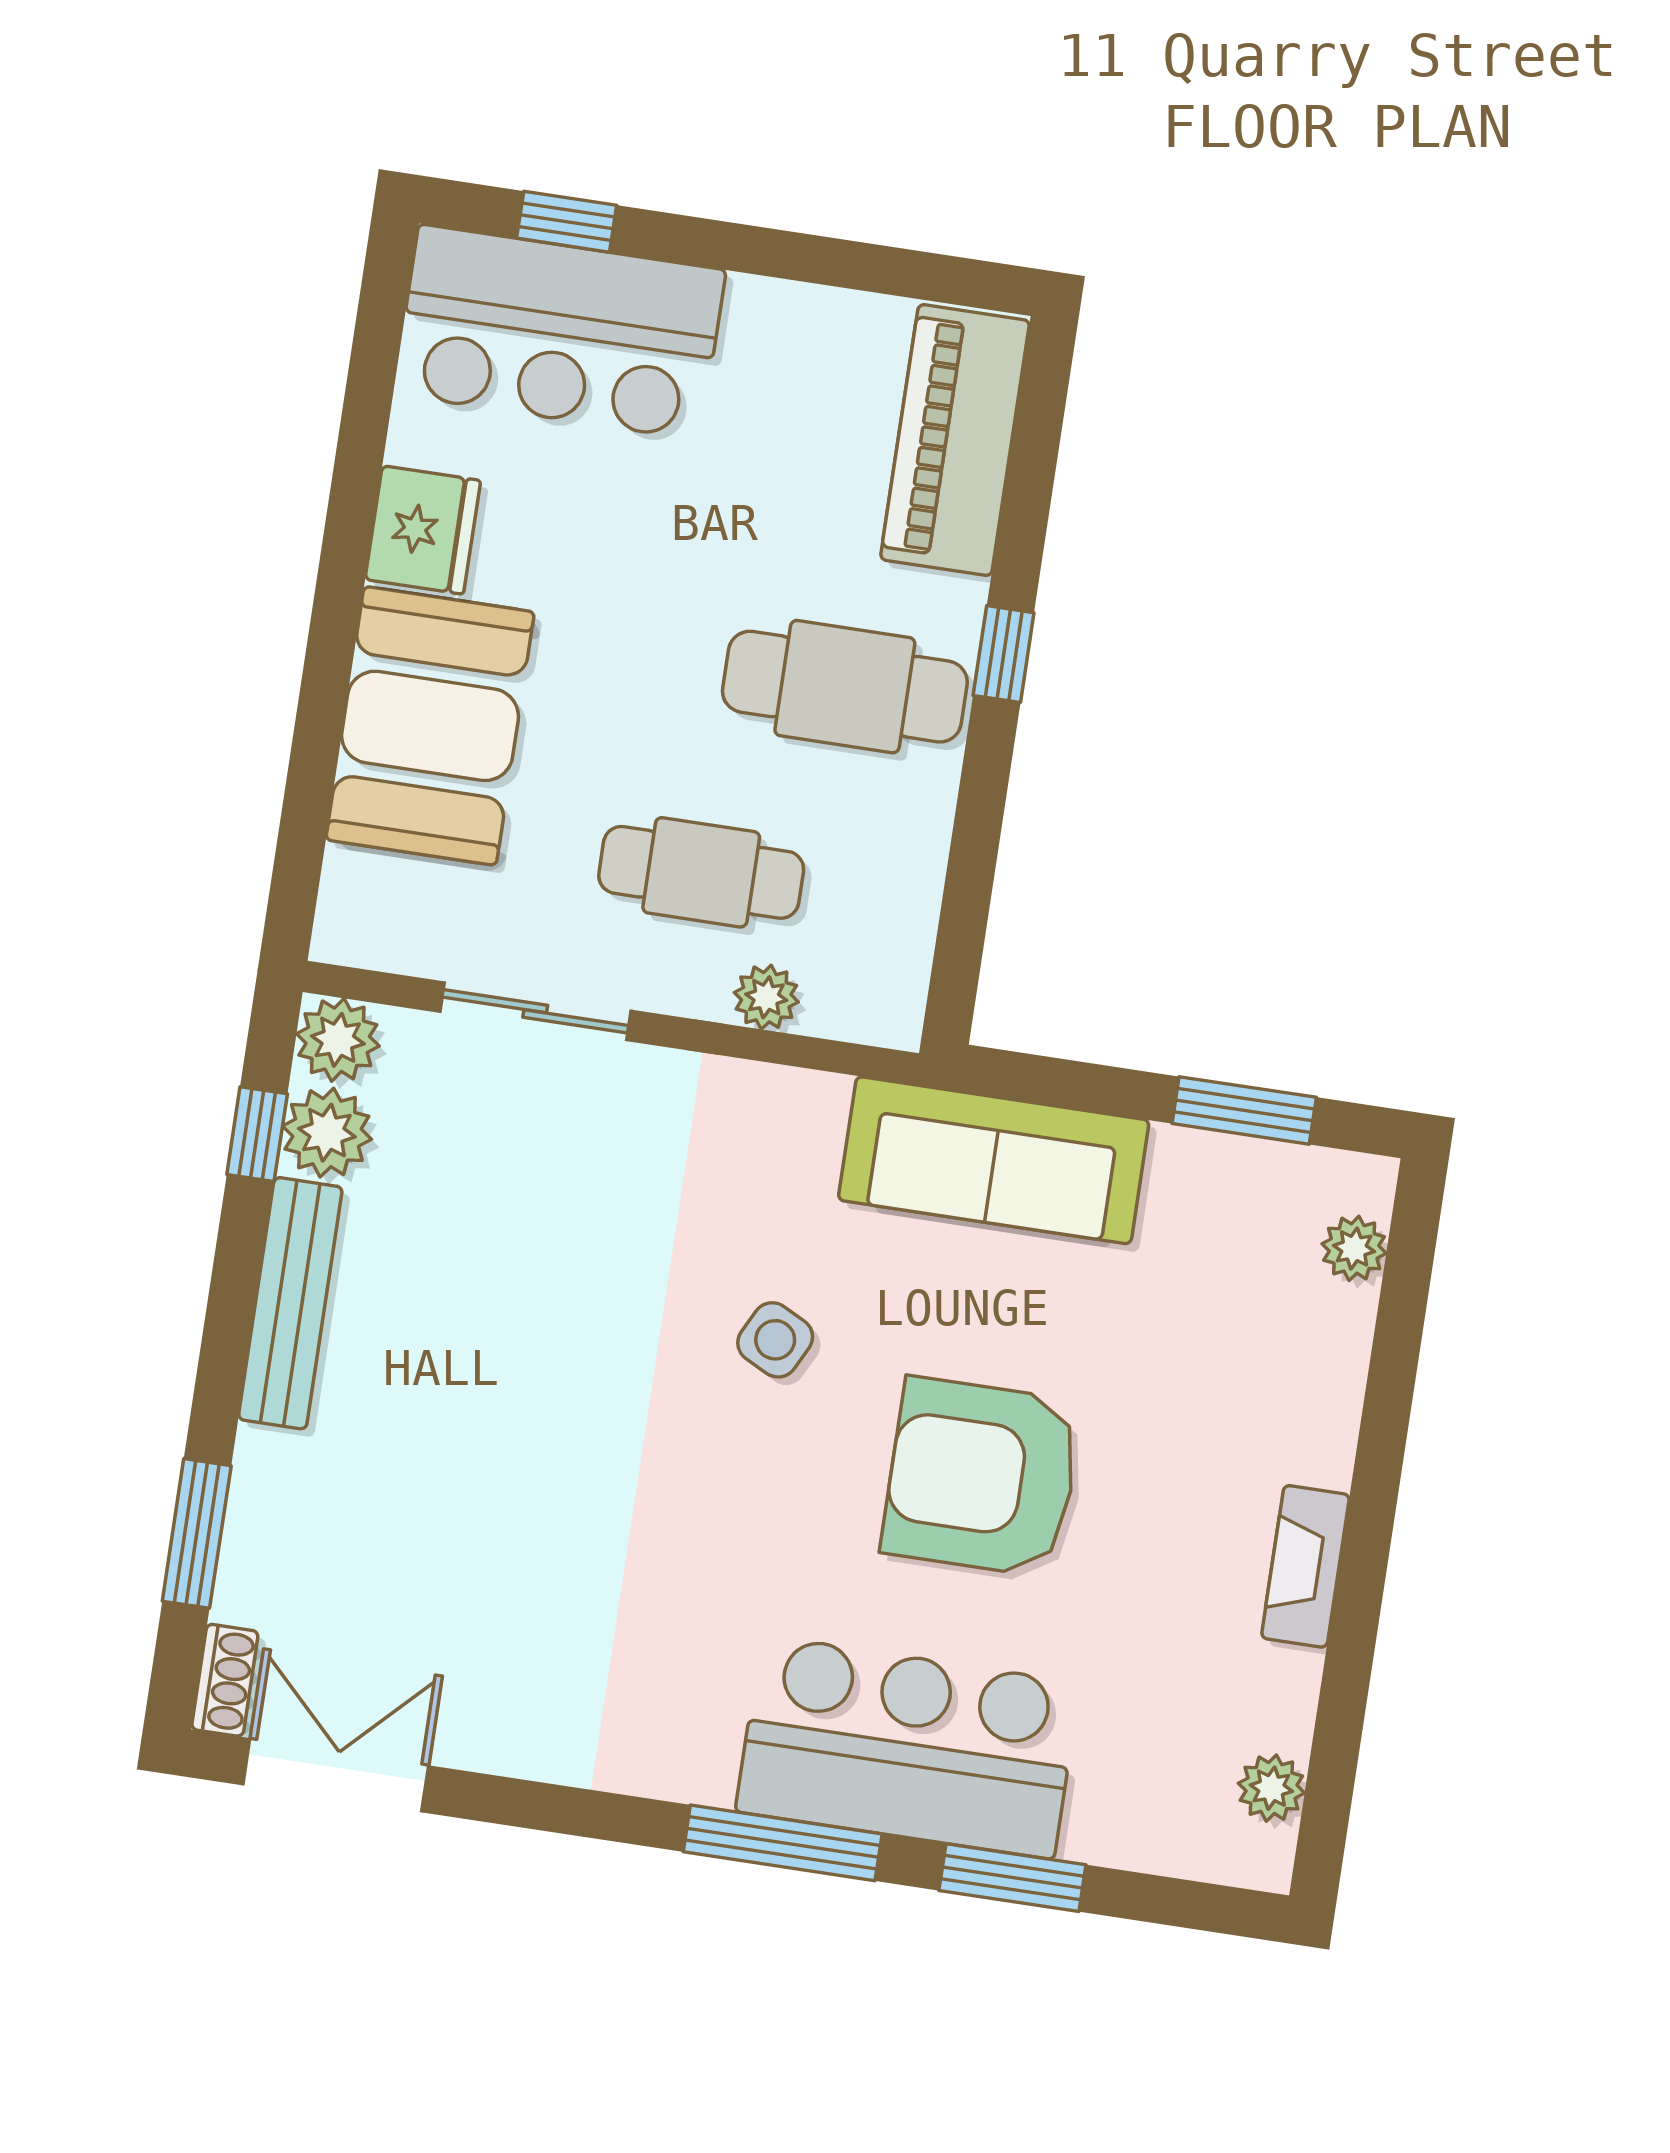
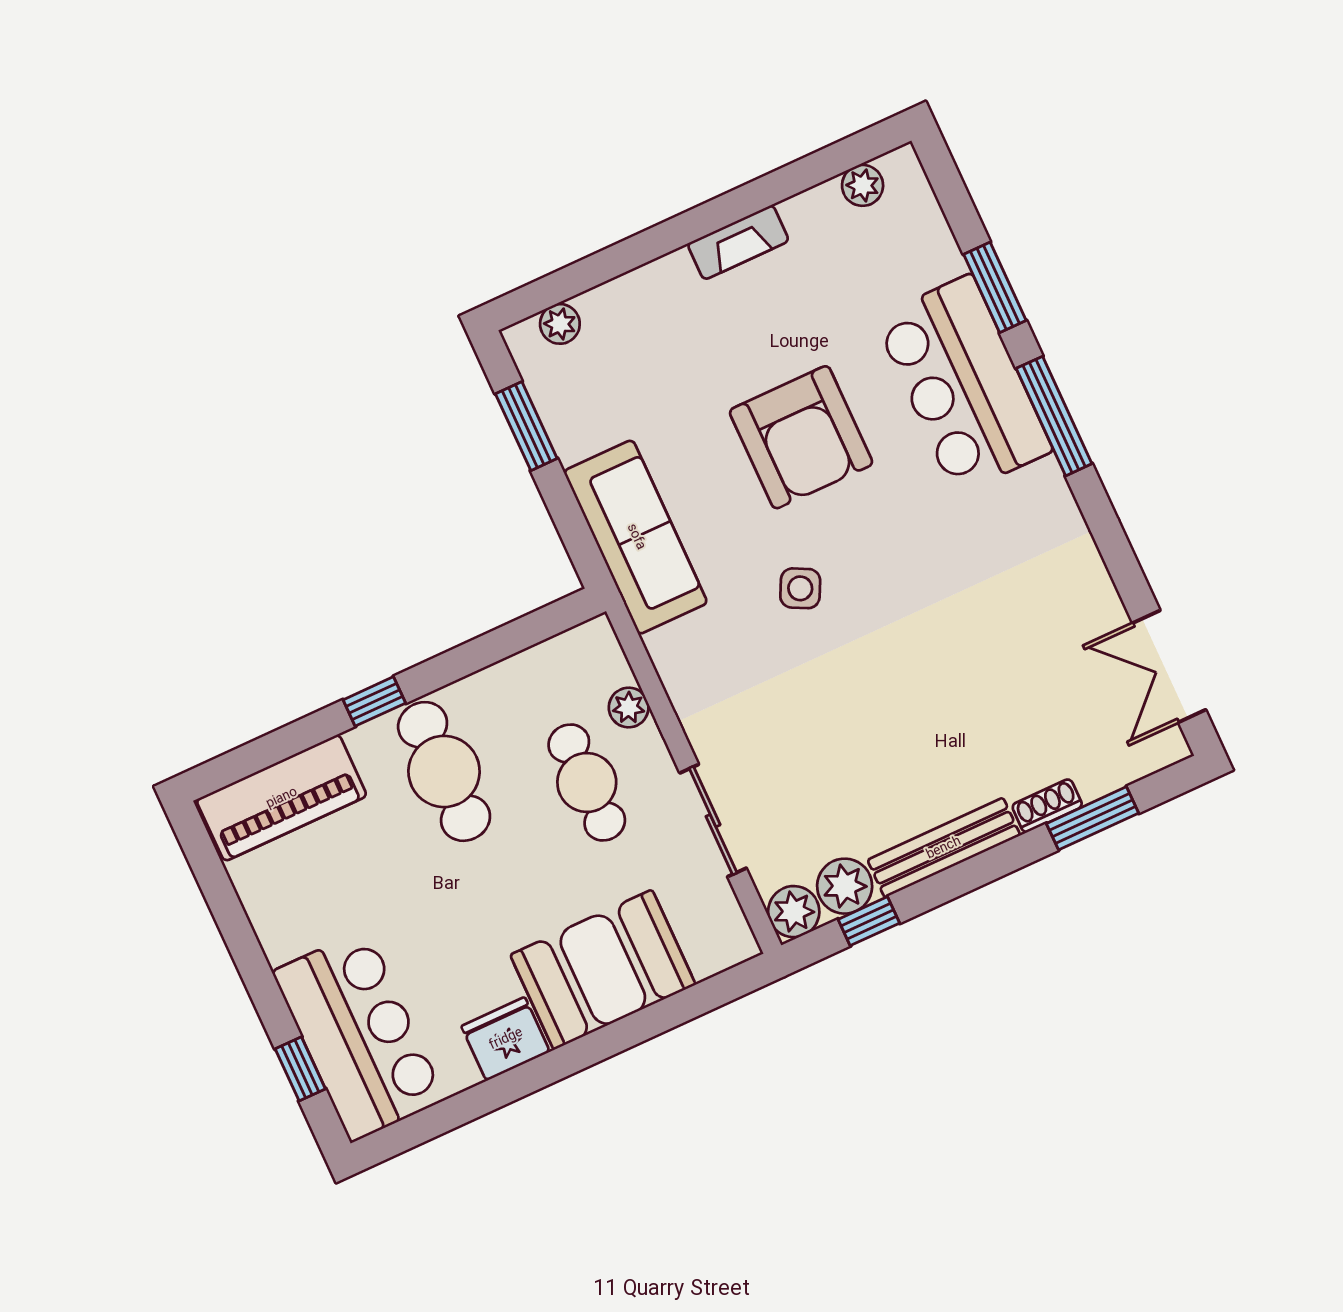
shoe rack: (225, 1680) -> (1047, 806), moved

